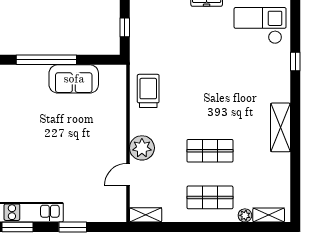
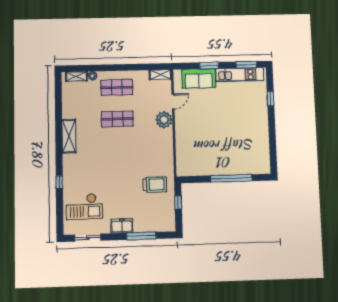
sofa: (74, 79) -> (199, 78), moved, turned 180
trolley: (148, 91) -> (155, 184), moved, turned -90

